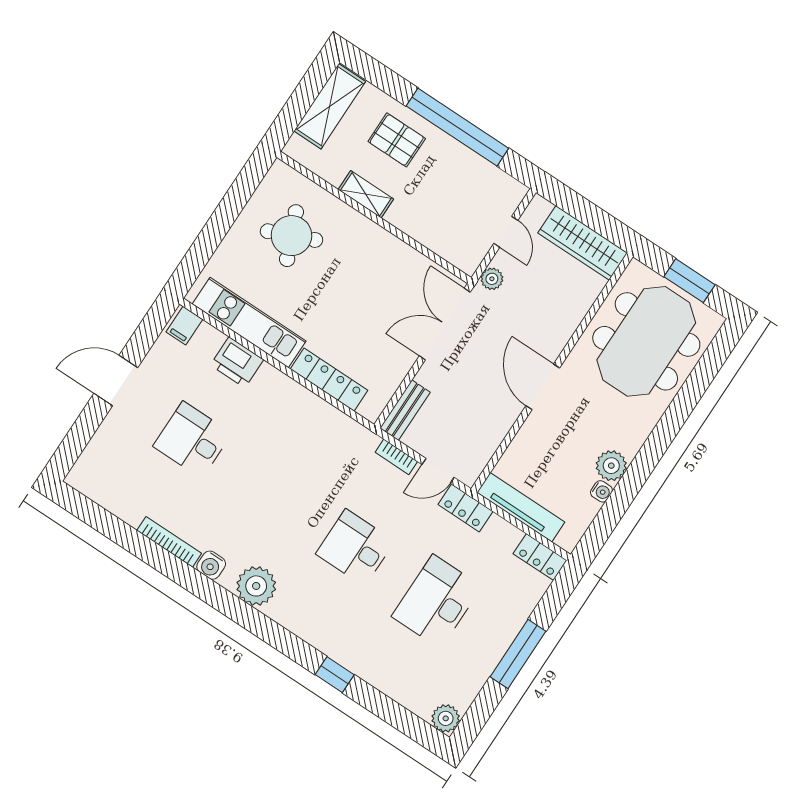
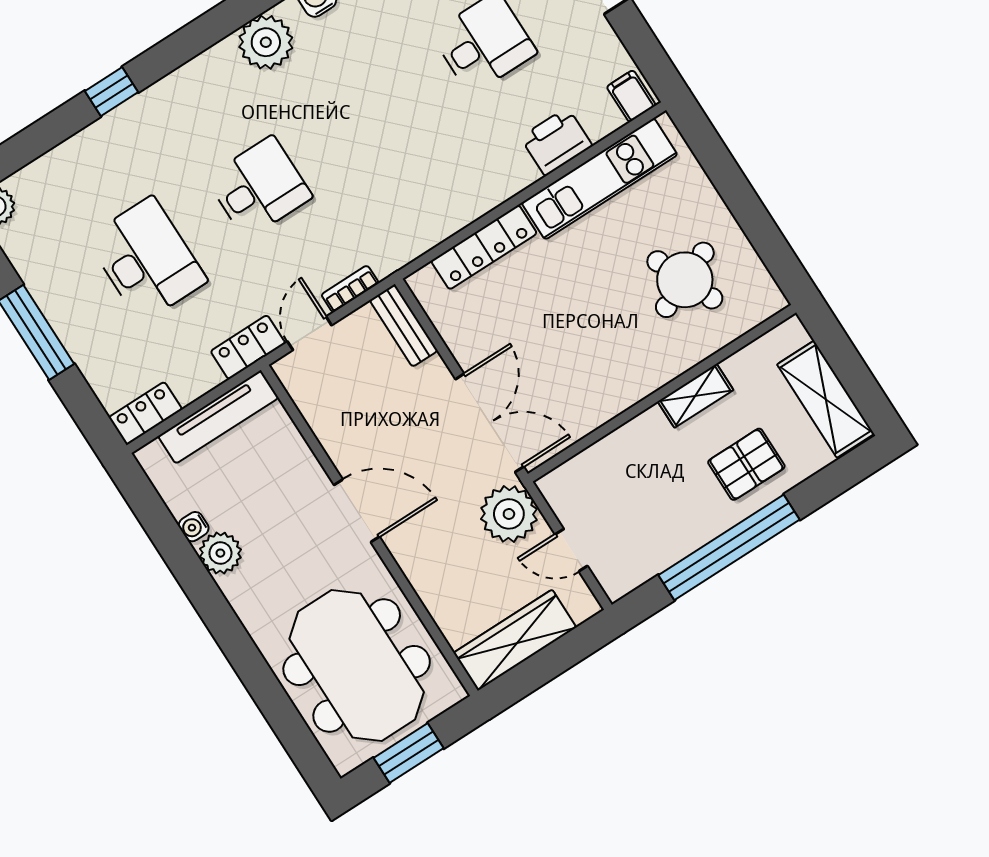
plant: (492, 279) -> (509, 514), width x1.88, depth x1.88

